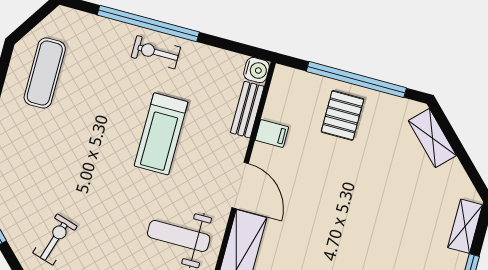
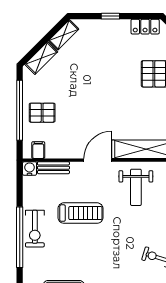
exercise bike: (156, 52) -> (35, 229), width x1.38, depth x1.39
filing cabinet: (272, 134) -> (38, 150), moved
shelving: (465, 226) -> (64, 35), moved, turned -45

